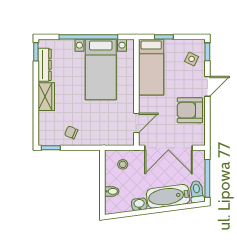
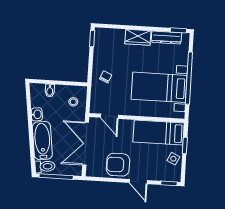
side table: (192, 59) -> (173, 159), moved
armchair: (190, 110) -> (118, 165), turned -90
chair: (71, 132) -> (106, 77), moved

